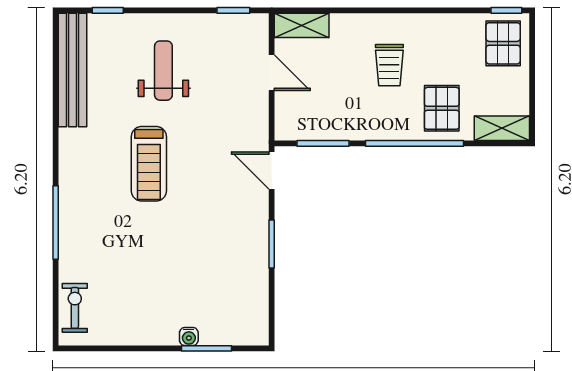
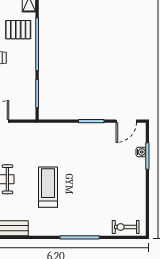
treadmill: (149, 164) -> (48, 187), turned -90
door: (272, 171) -> (126, 121), moved
water cooler: (189, 337) -> (141, 152), moved

